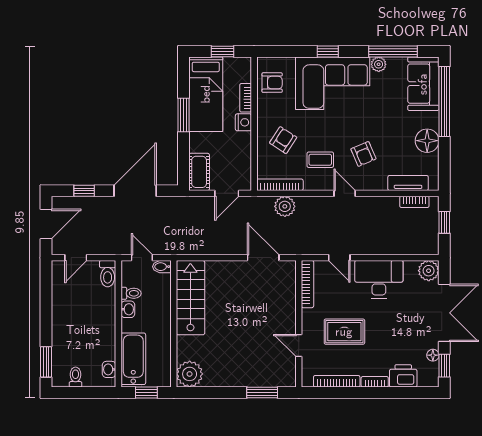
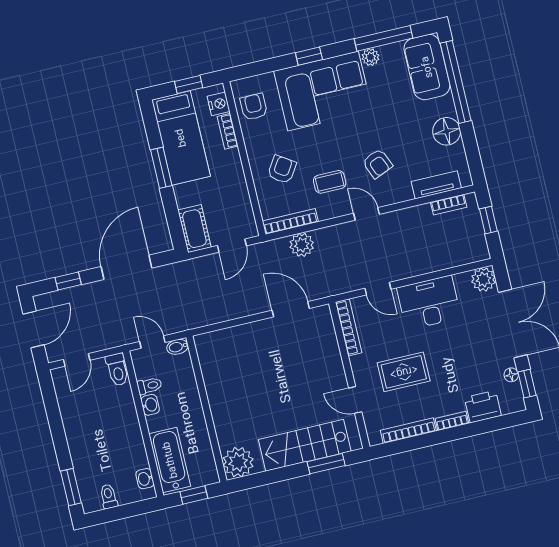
armchair: (272, 83) -> (254, 107), turned -90
nightstand: (243, 122) -> (218, 104), moved
stairs: (190, 298) -> (305, 445), moved, turned -90

